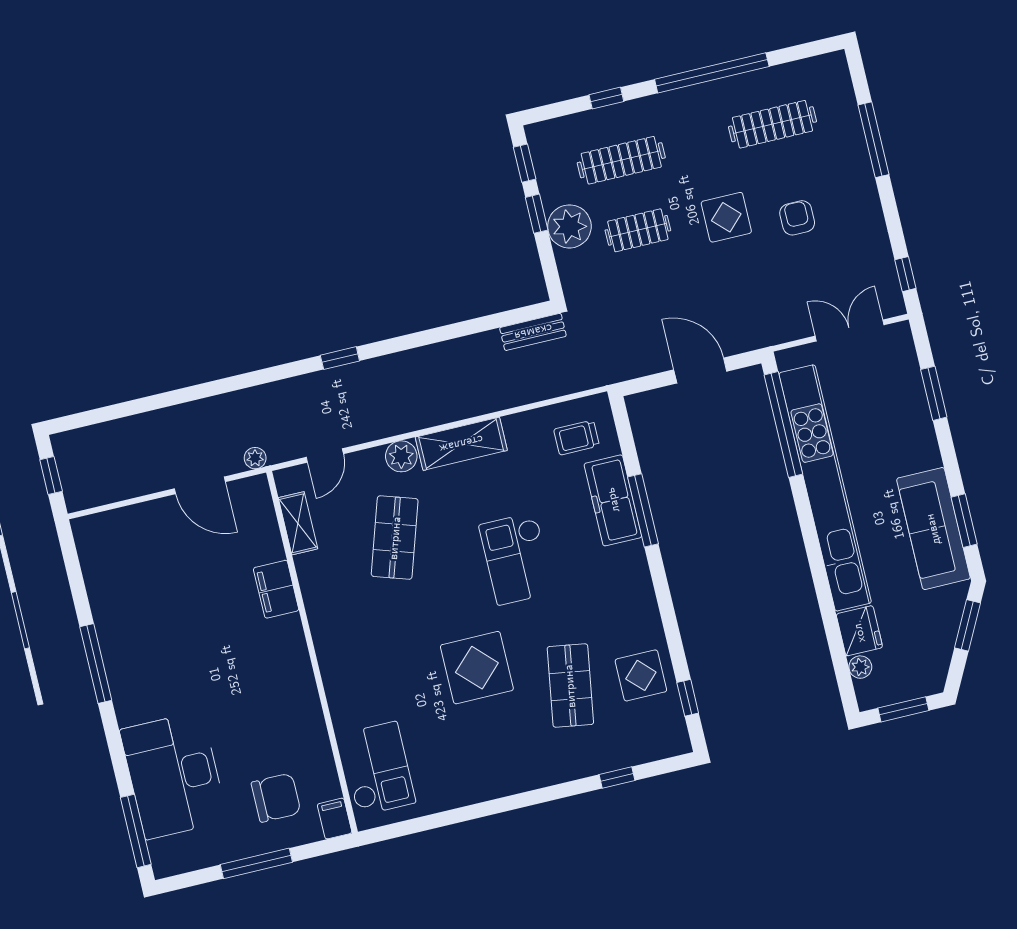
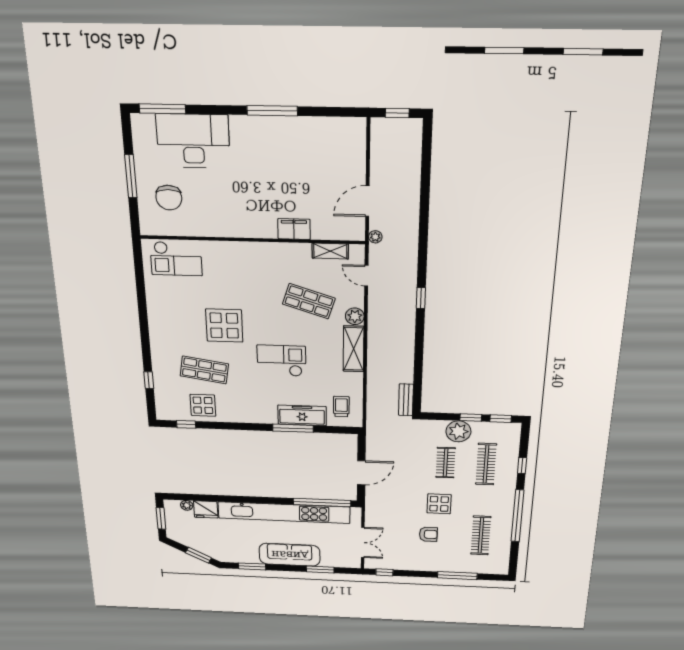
sofa: (933, 529) -> (290, 555), moved
filing cabinet: (335, 819) -> (151, 228), removed

